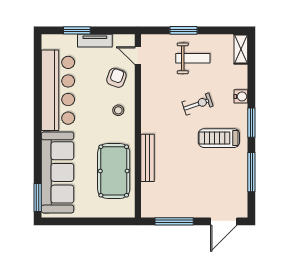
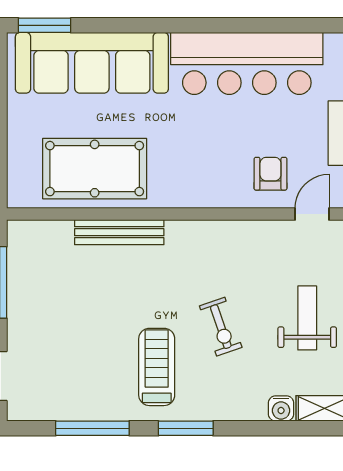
weight bench: (193, 58) -> (307, 318), turned 180
armchair: (116, 78) -> (270, 174), turned -109
water cooler: (241, 96) -> (281, 408), moved
stool: (118, 110) -> (209, 177), removed

